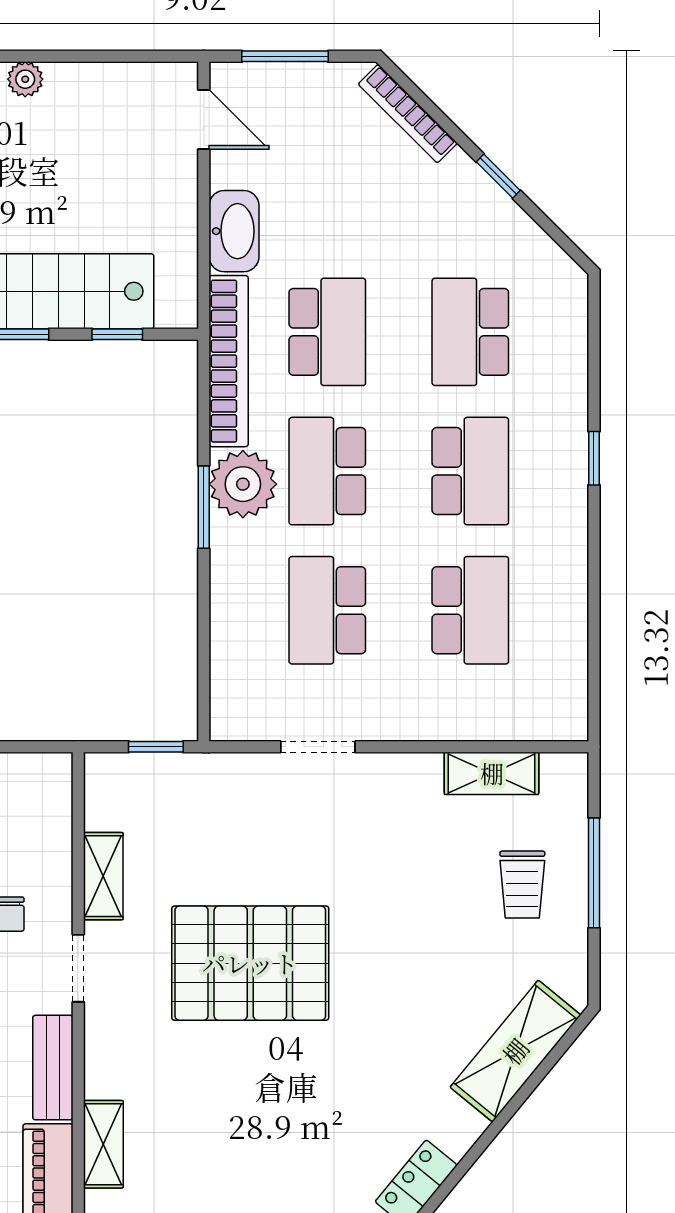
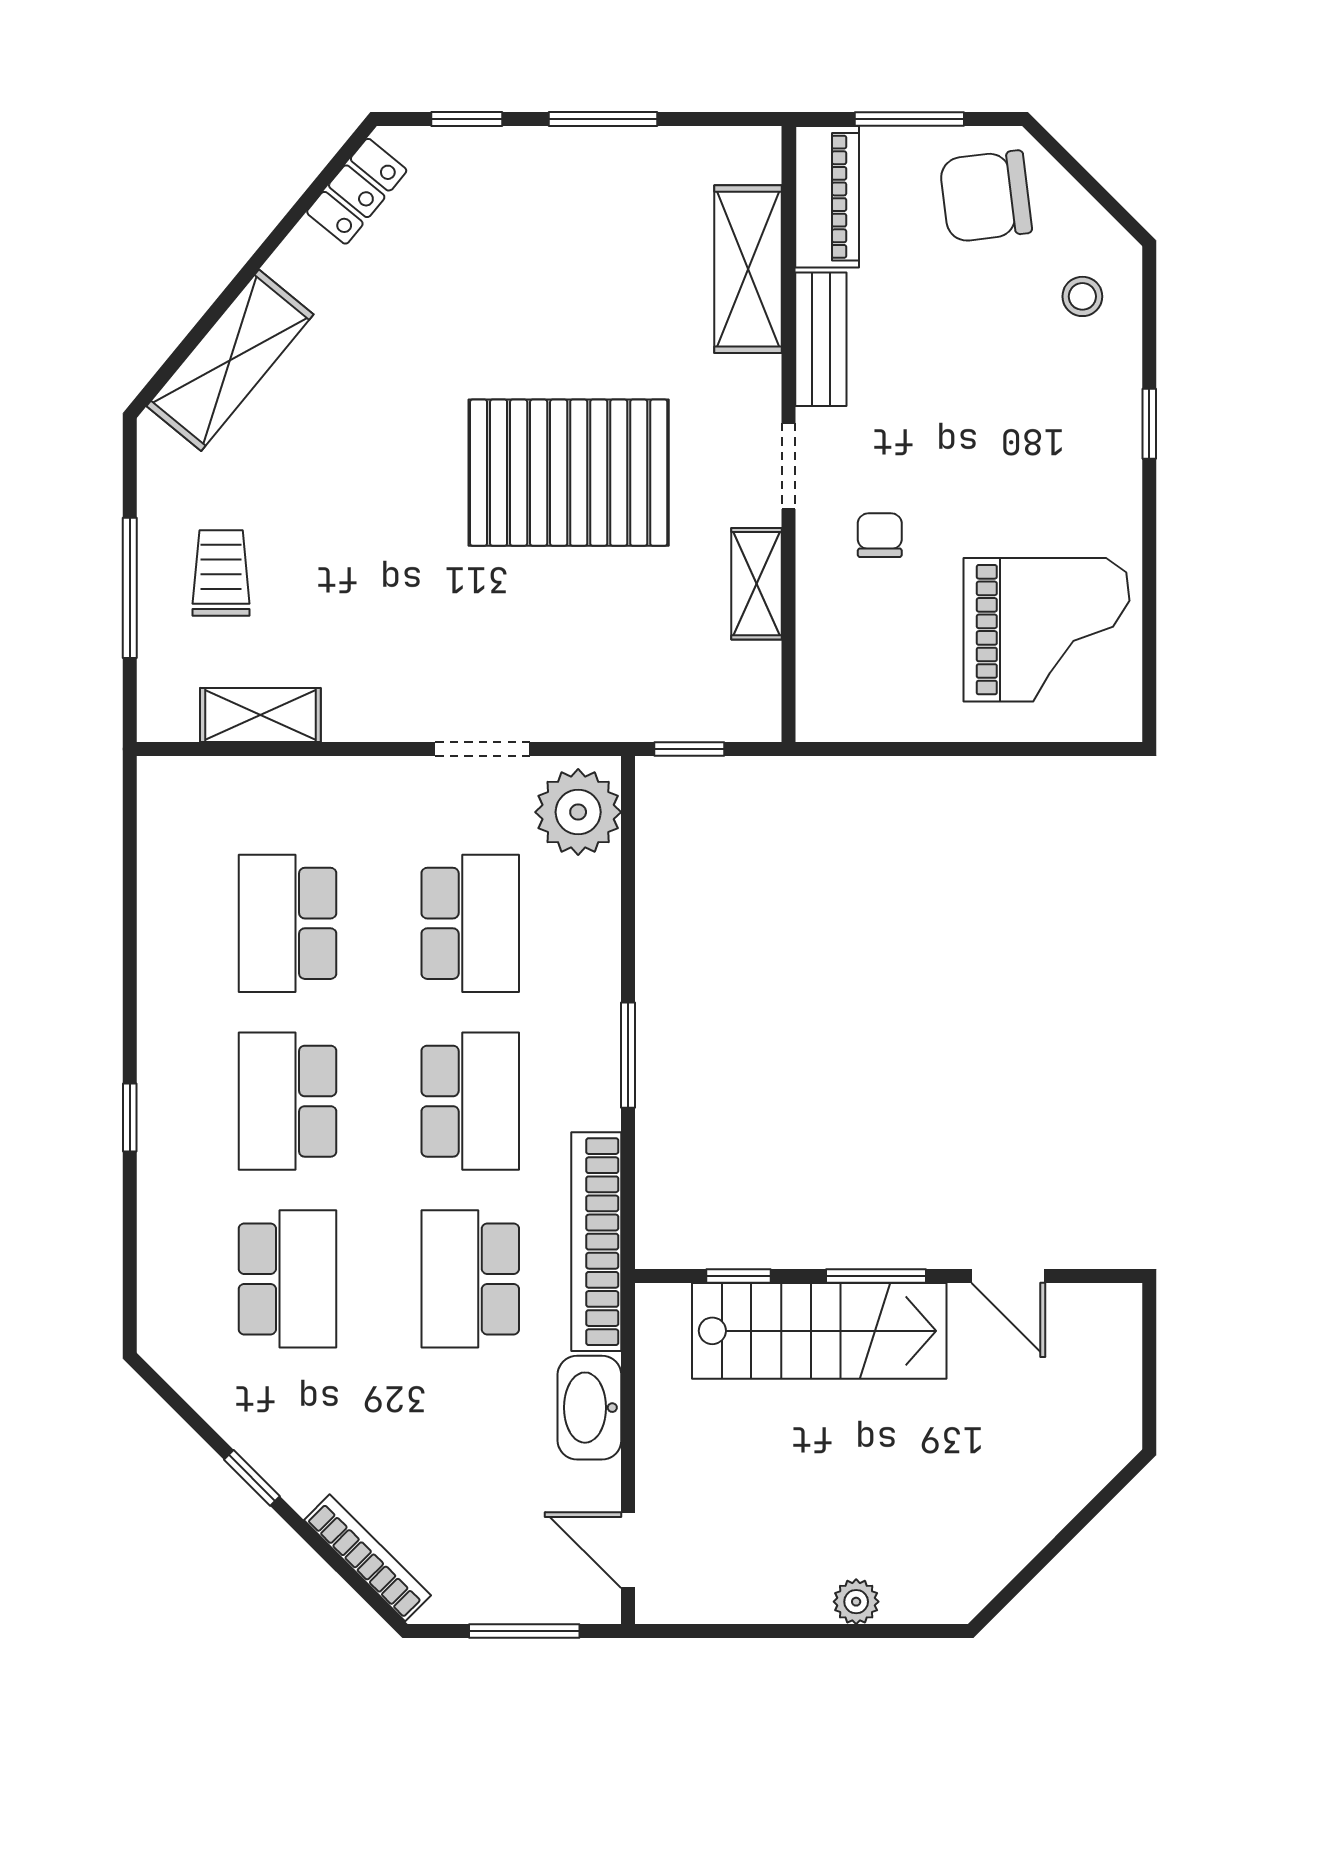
plant: (243, 484) -> (578, 812), moved
shelving: (103, 1144) -> (748, 269), width x1.50, depth x1.33

